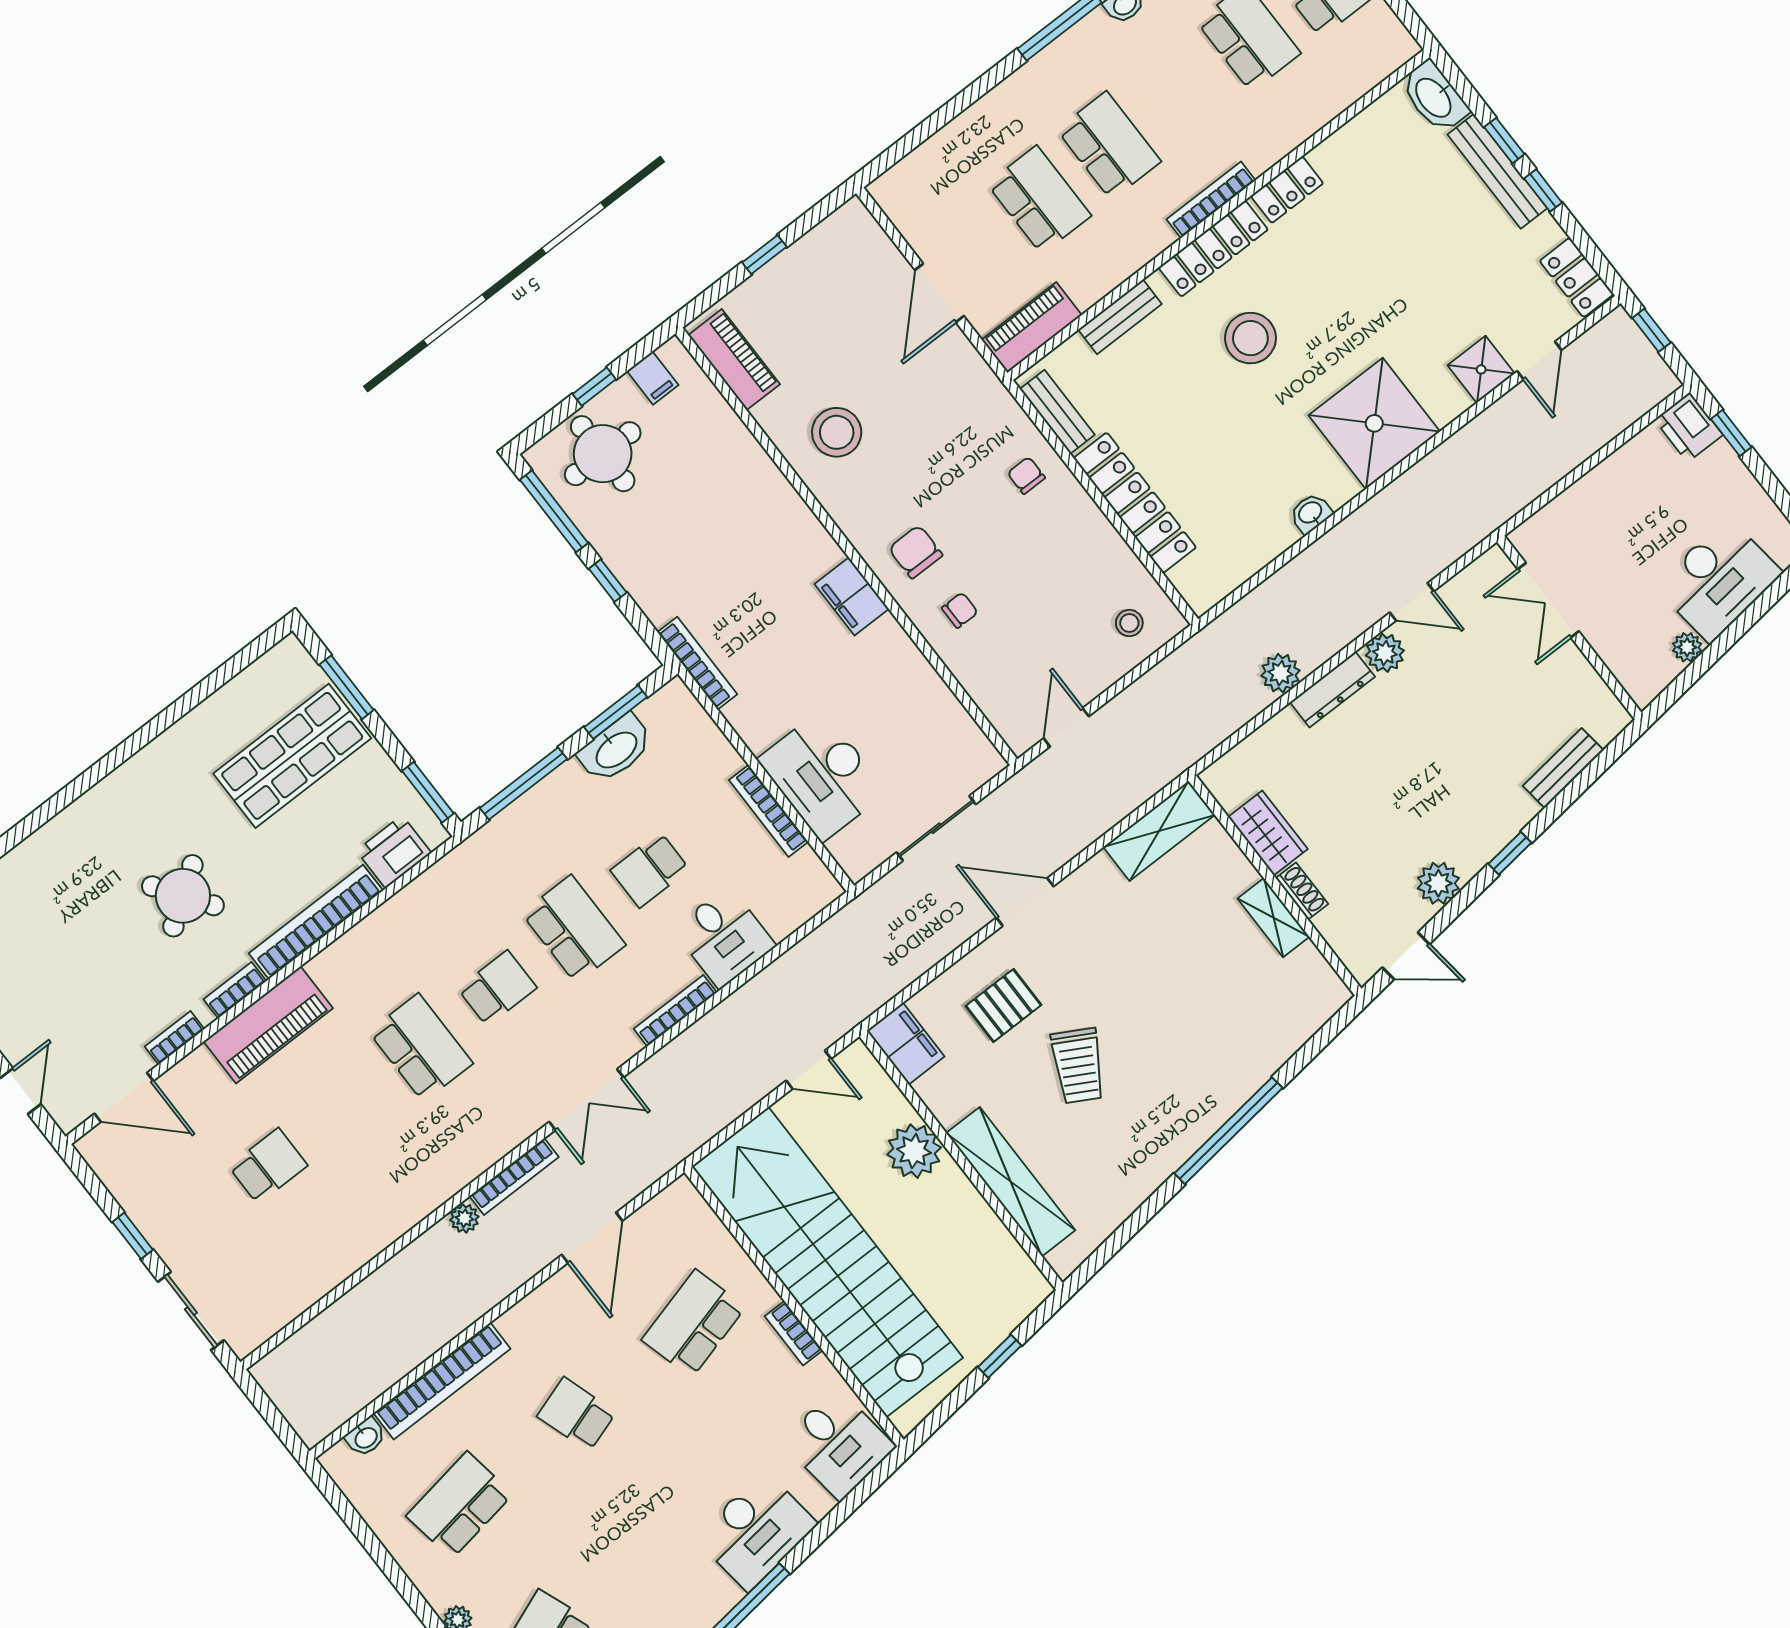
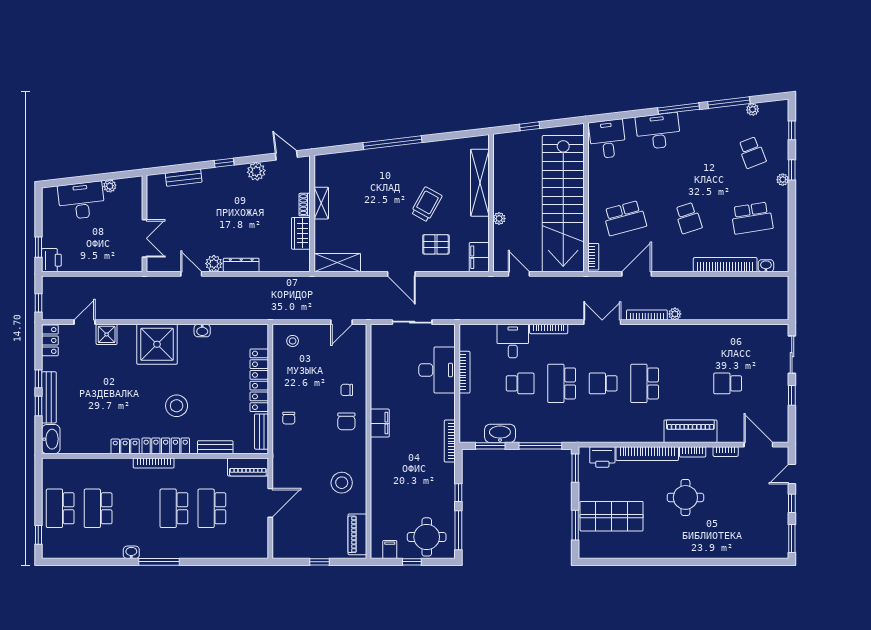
plant: (1280, 673) -> (255, 284), removed
round table: (183, 896) -> (685, 497), turned 35
plant: (914, 1151) -> (499, 219), width x0.53, depth x0.53
bookcase: (794, 1333) -> (593, 257), moved

